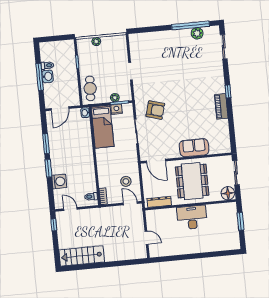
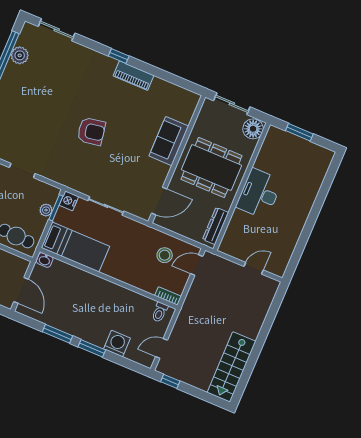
nightstand: (116, 109) -> (69, 201), moved
armchair: (155, 110) -> (91, 131), moved, turned 64

